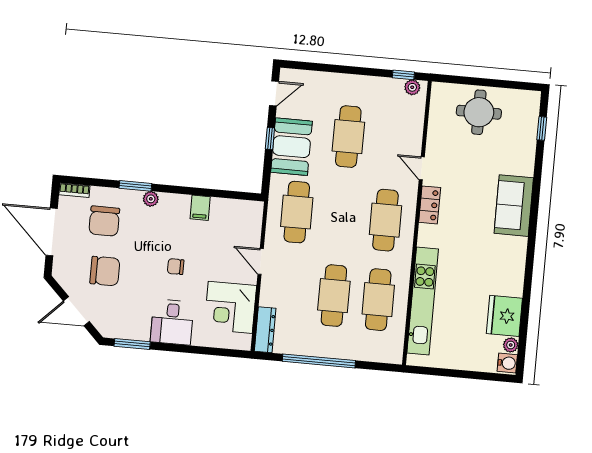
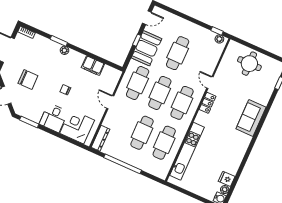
filing cabinet: (200, 208) -> (93, 66), width x2.00
cafe table: (341, 216) -> (160, 93), added
chair: (104, 221) -> (36, 54), removed
corner desk: (230, 307) -> (77, 127), moved, turned 90
fridge: (504, 316) -> (227, 179), width x0.53, depth x0.75

